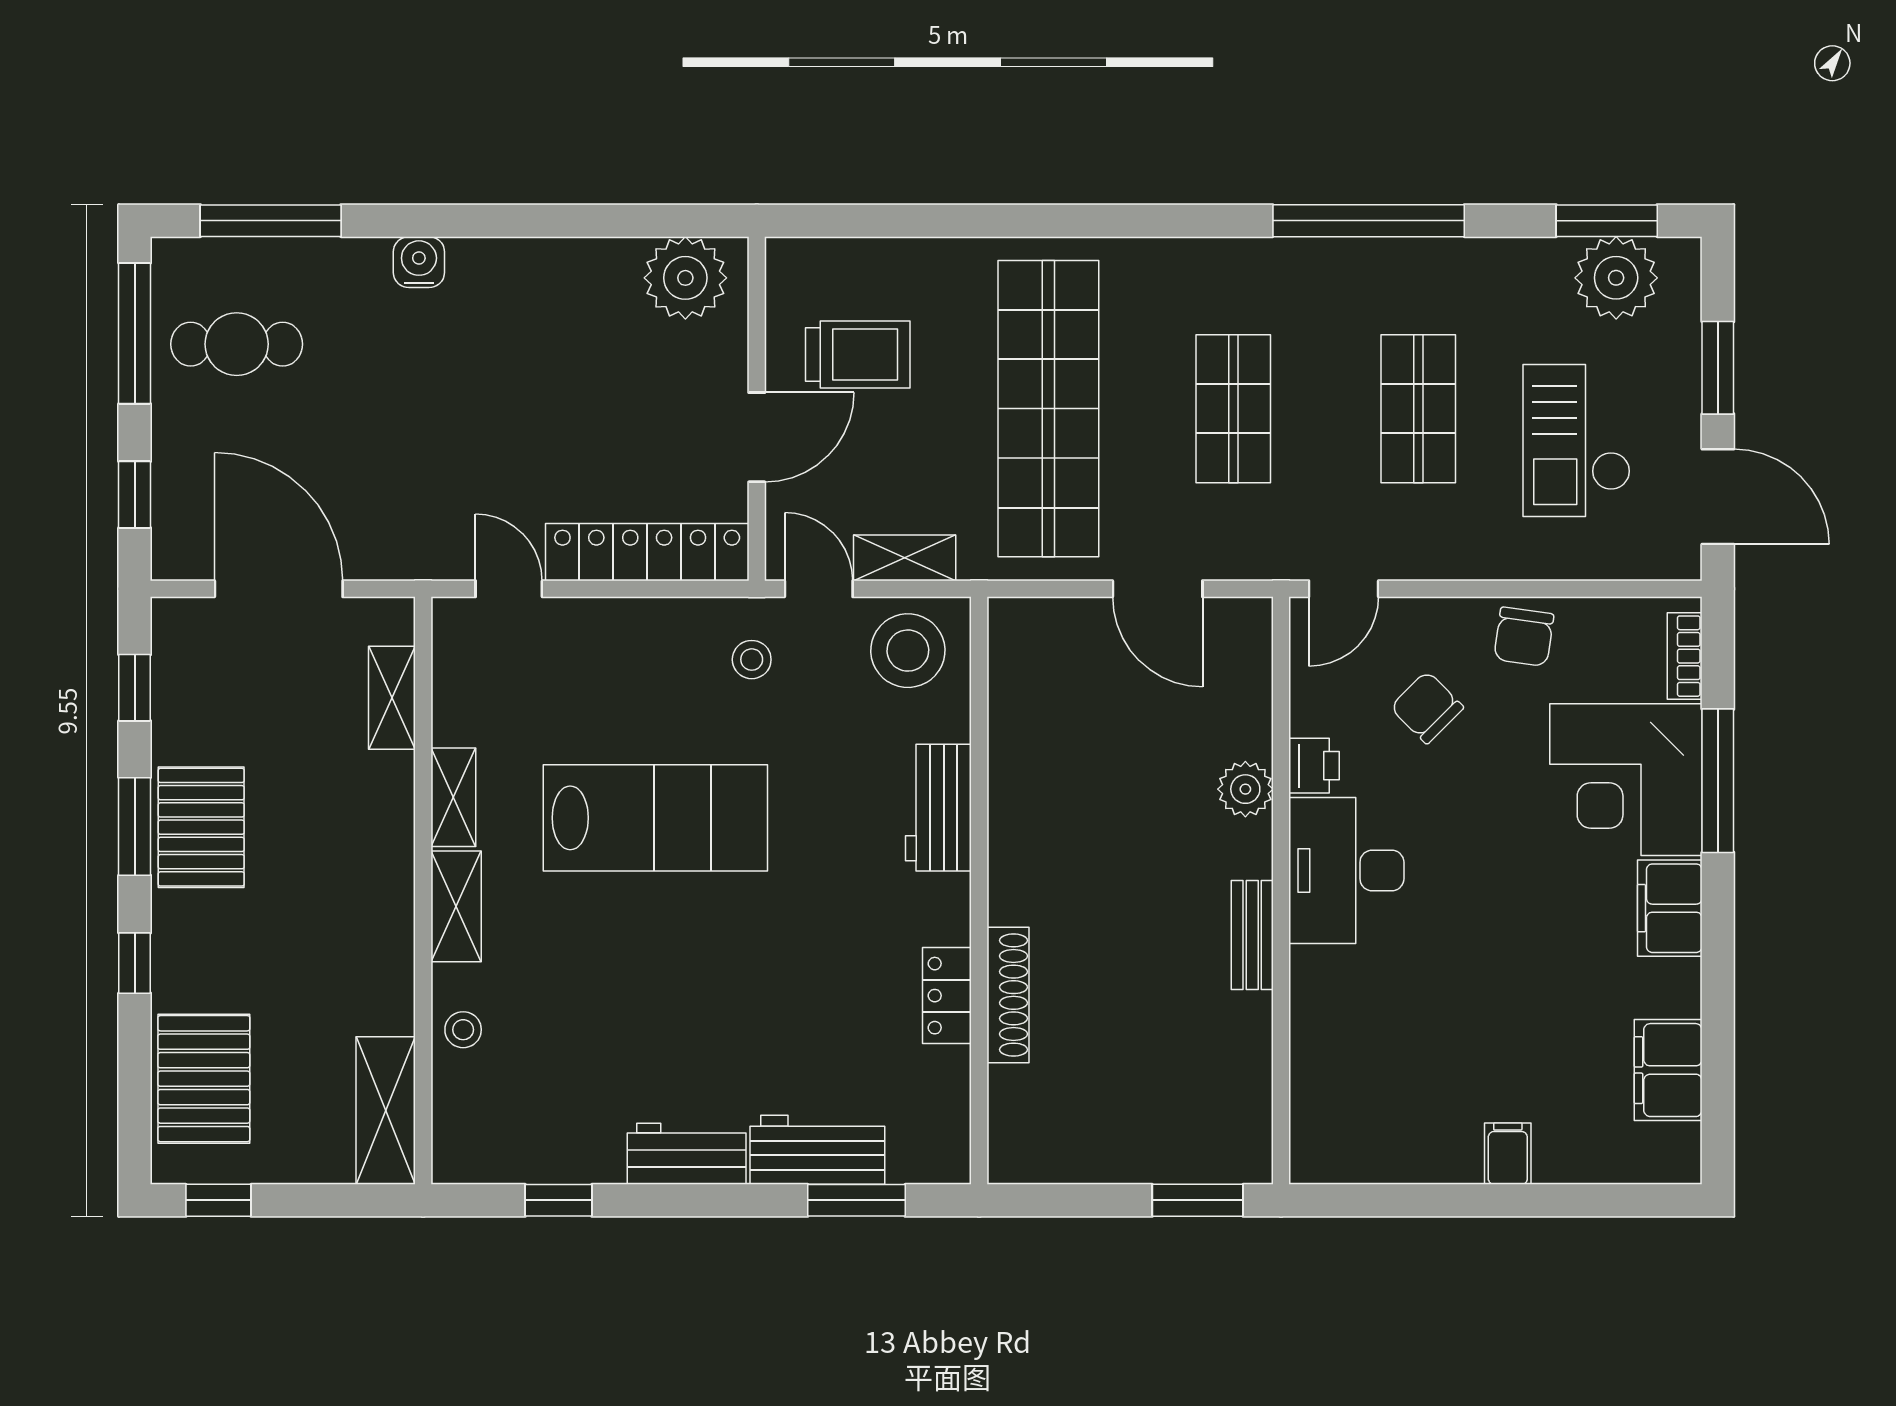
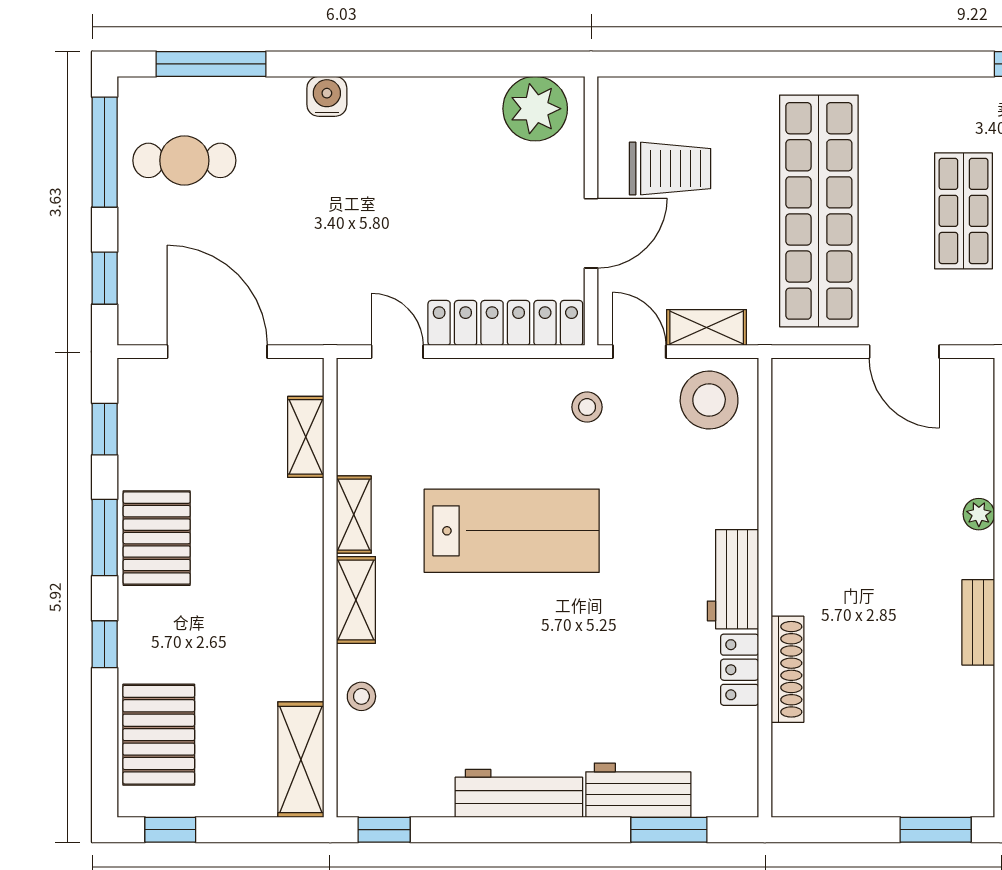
plant: (1245, 789) -> (979, 514), width x0.73, depth x0.73
workbench: (938, 808) -> (733, 579), moved
workbench: (687, 1154) -> (519, 793), width x1.37
window: (559, 1200) -> (384, 830), moved

